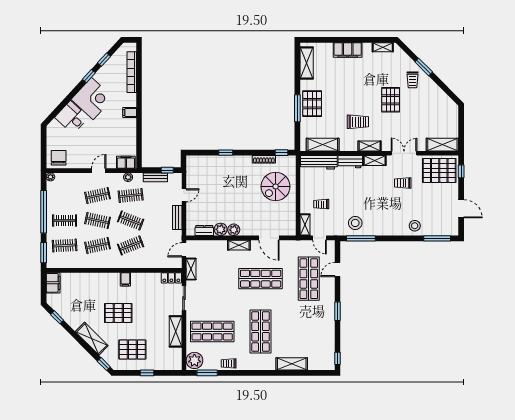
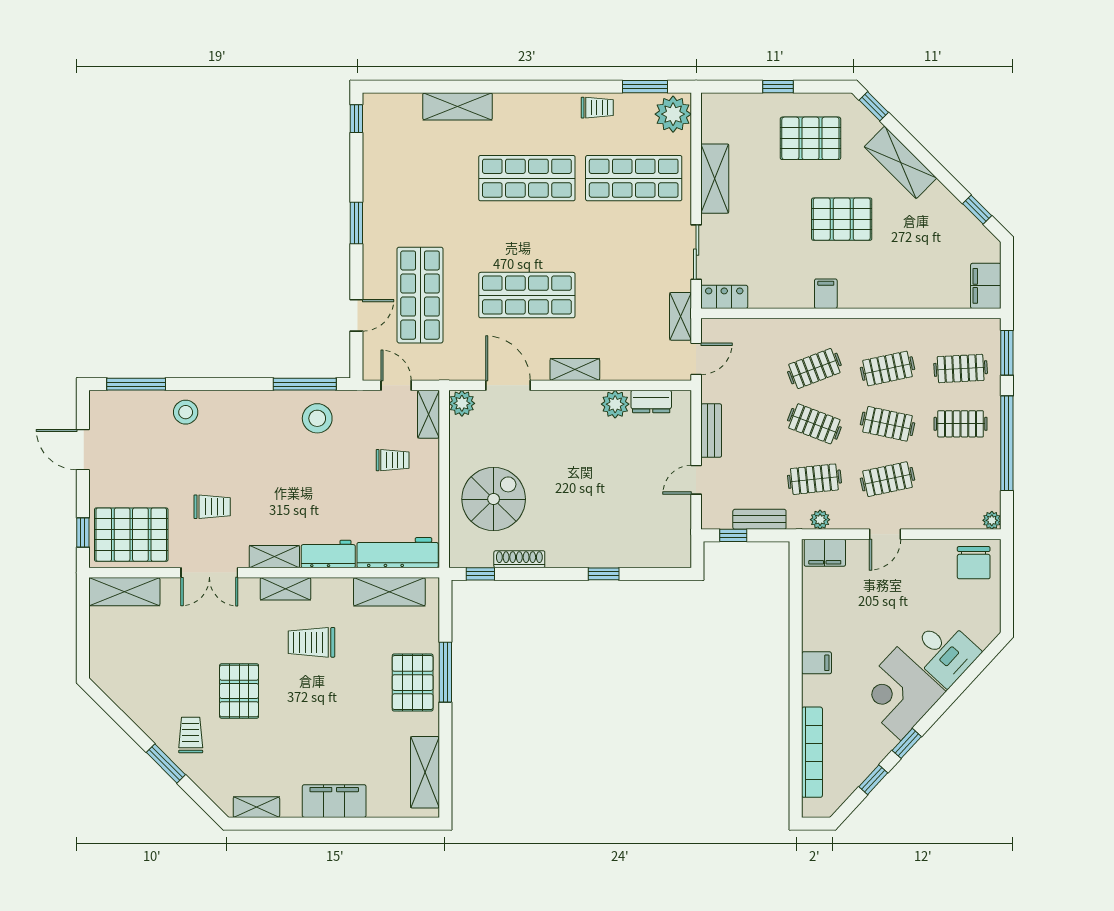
plant: (234, 230) -> (462, 403), moved
shop shelf: (261, 332) -> (527, 178), turned 90

